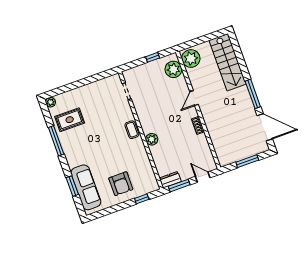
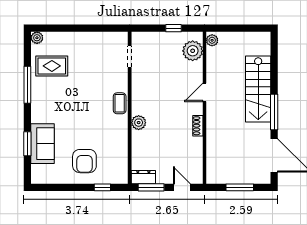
plant: (191, 59) -> (212, 40), width x0.53, depth x0.53
stairs: (228, 62) -> (258, 89), moved
sofa: (86, 187) -> (43, 144), width x0.73

